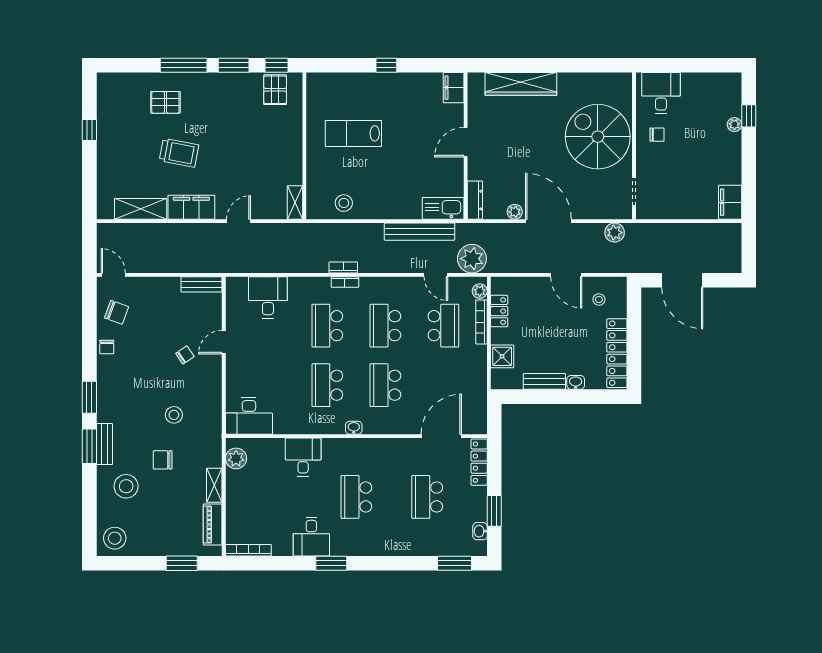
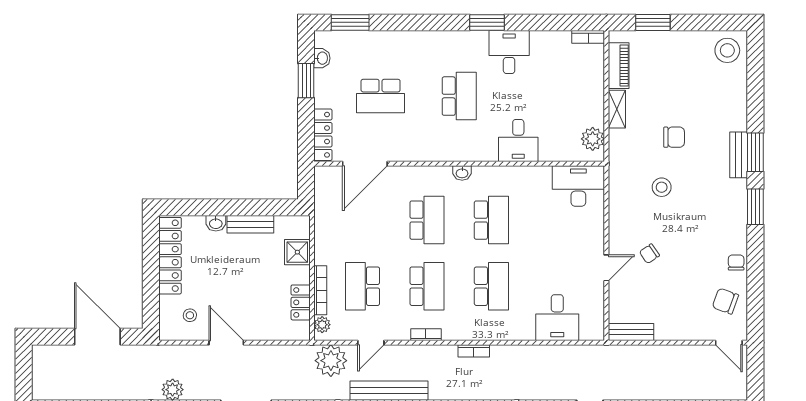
door: (436, 275) -> (371, 343), swing flipped
bookcase: (345, 282) -> (426, 335), moved
stool: (126, 486) -> (715, 108), removed
school desk: (427, 497) -> (381, 96), turned 90
bookcase: (248, 550) -> (588, 37), width x0.64

